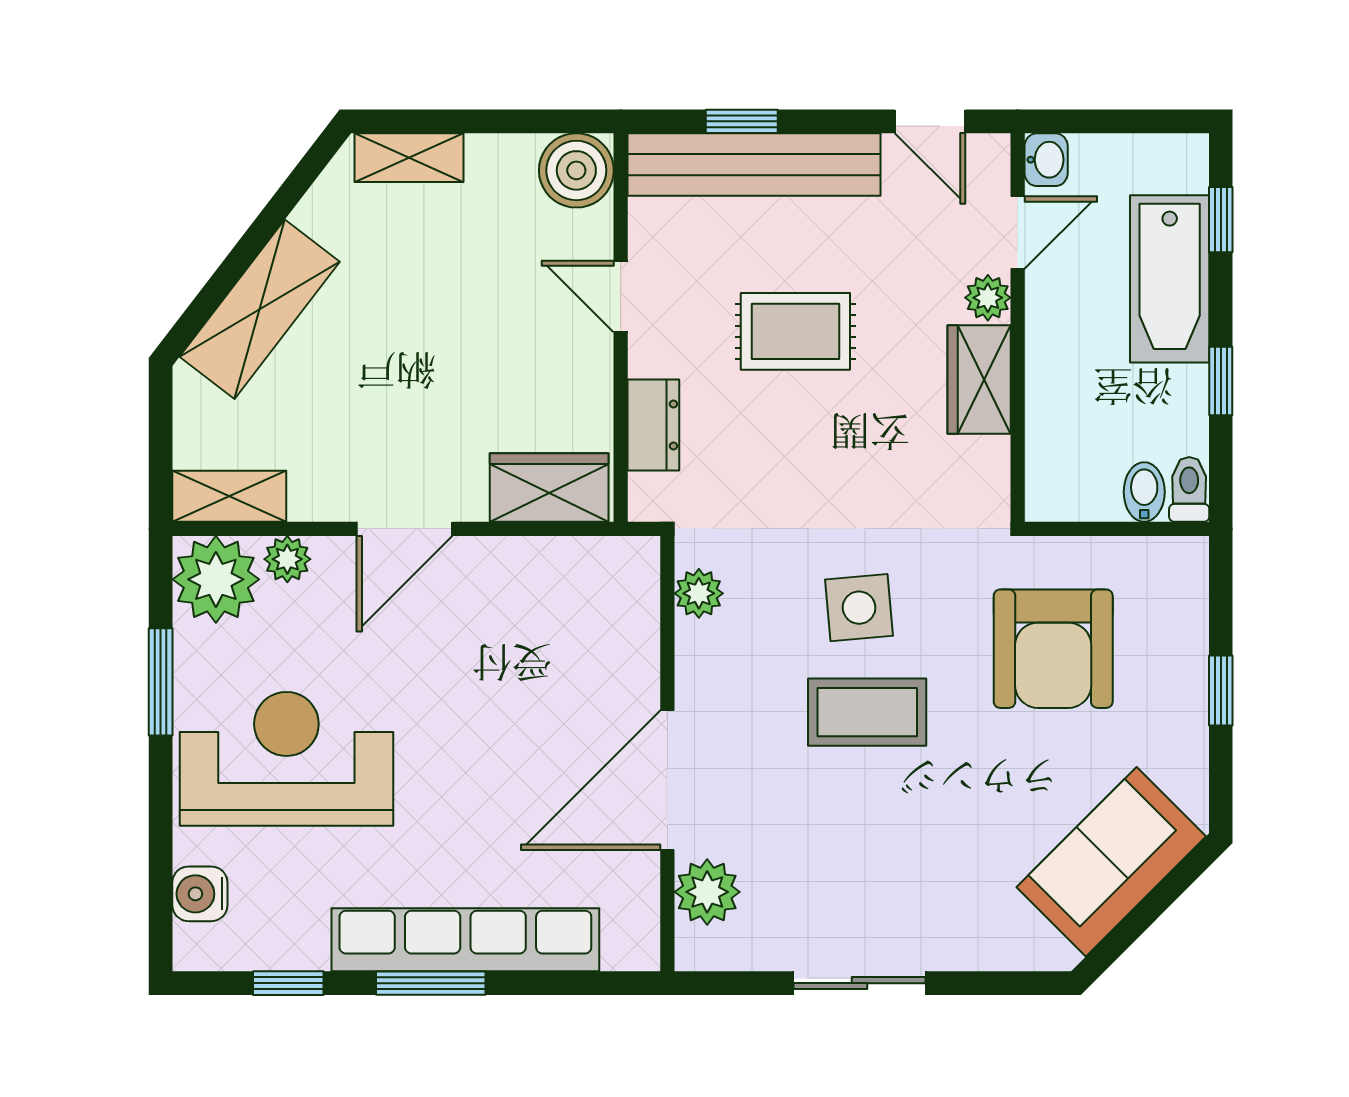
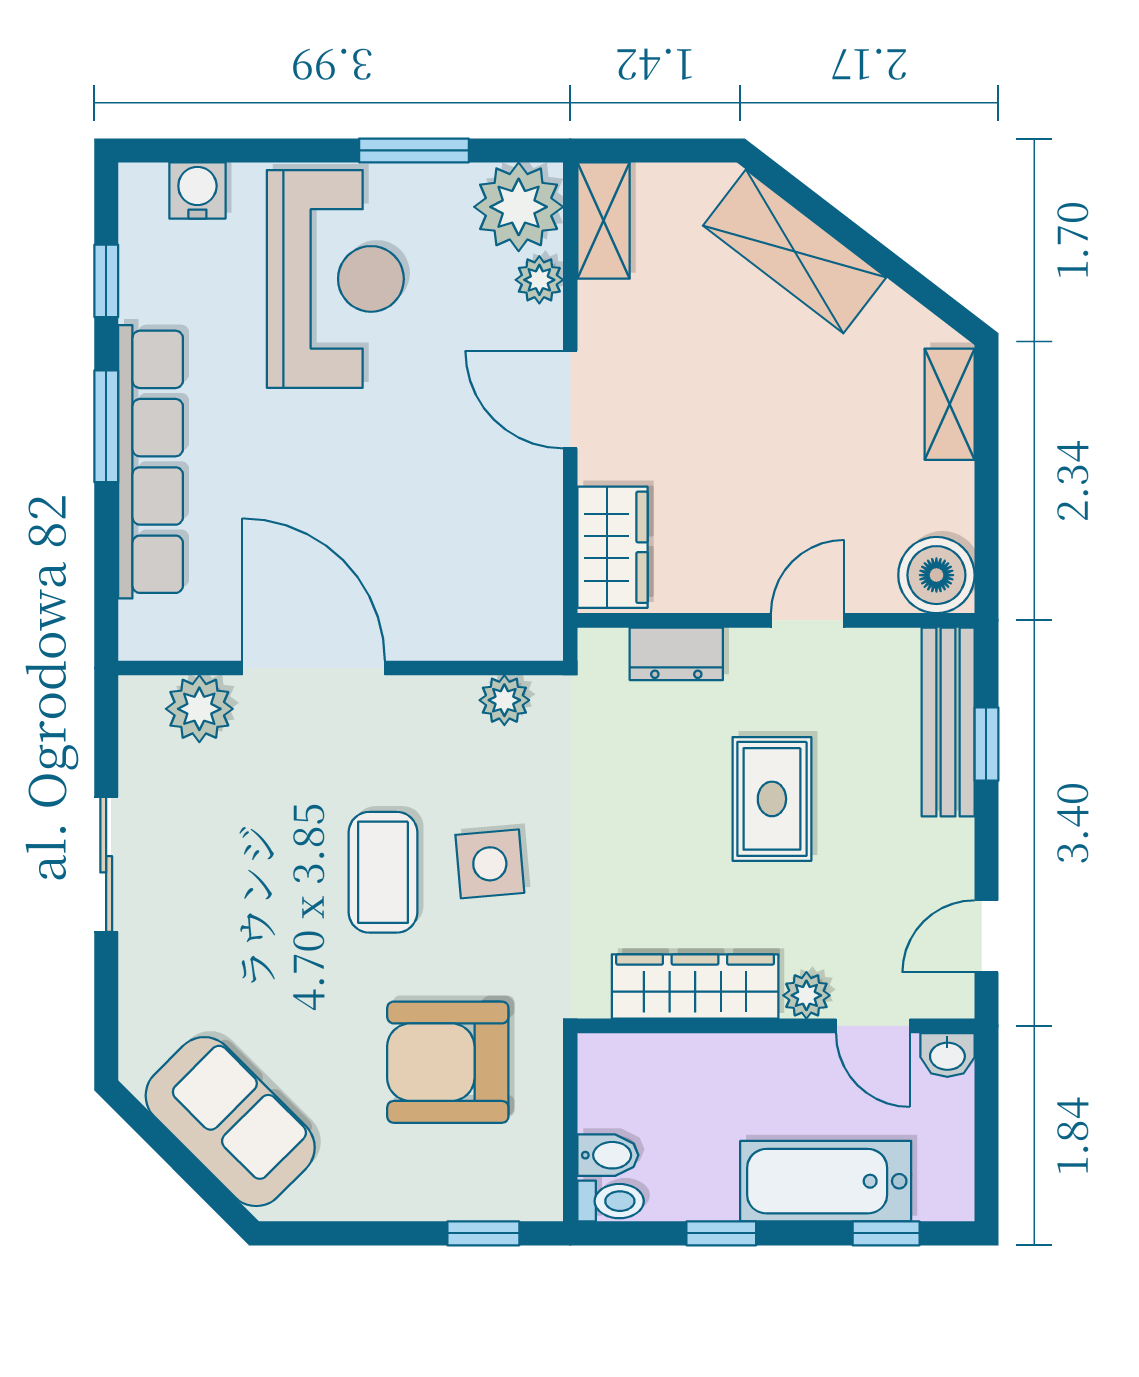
bench: (754, 165) -> (948, 722), width x0.73, depth x0.82
wardrobe: (979, 380) -> (695, 987), width x1.50
window: (1221, 690) -> (483, 1233), moved

